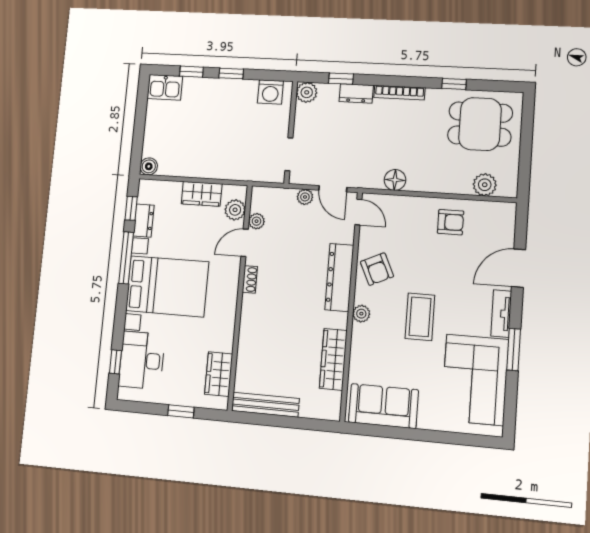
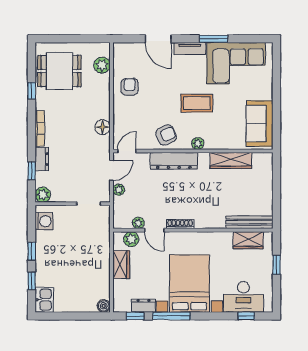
dining table: (480, 124) -> (59, 71), turned 90
shoe rack: (250, 279) -> (180, 224), width x1.43
bench: (265, 405) -> (249, 222), moved, turned 90

